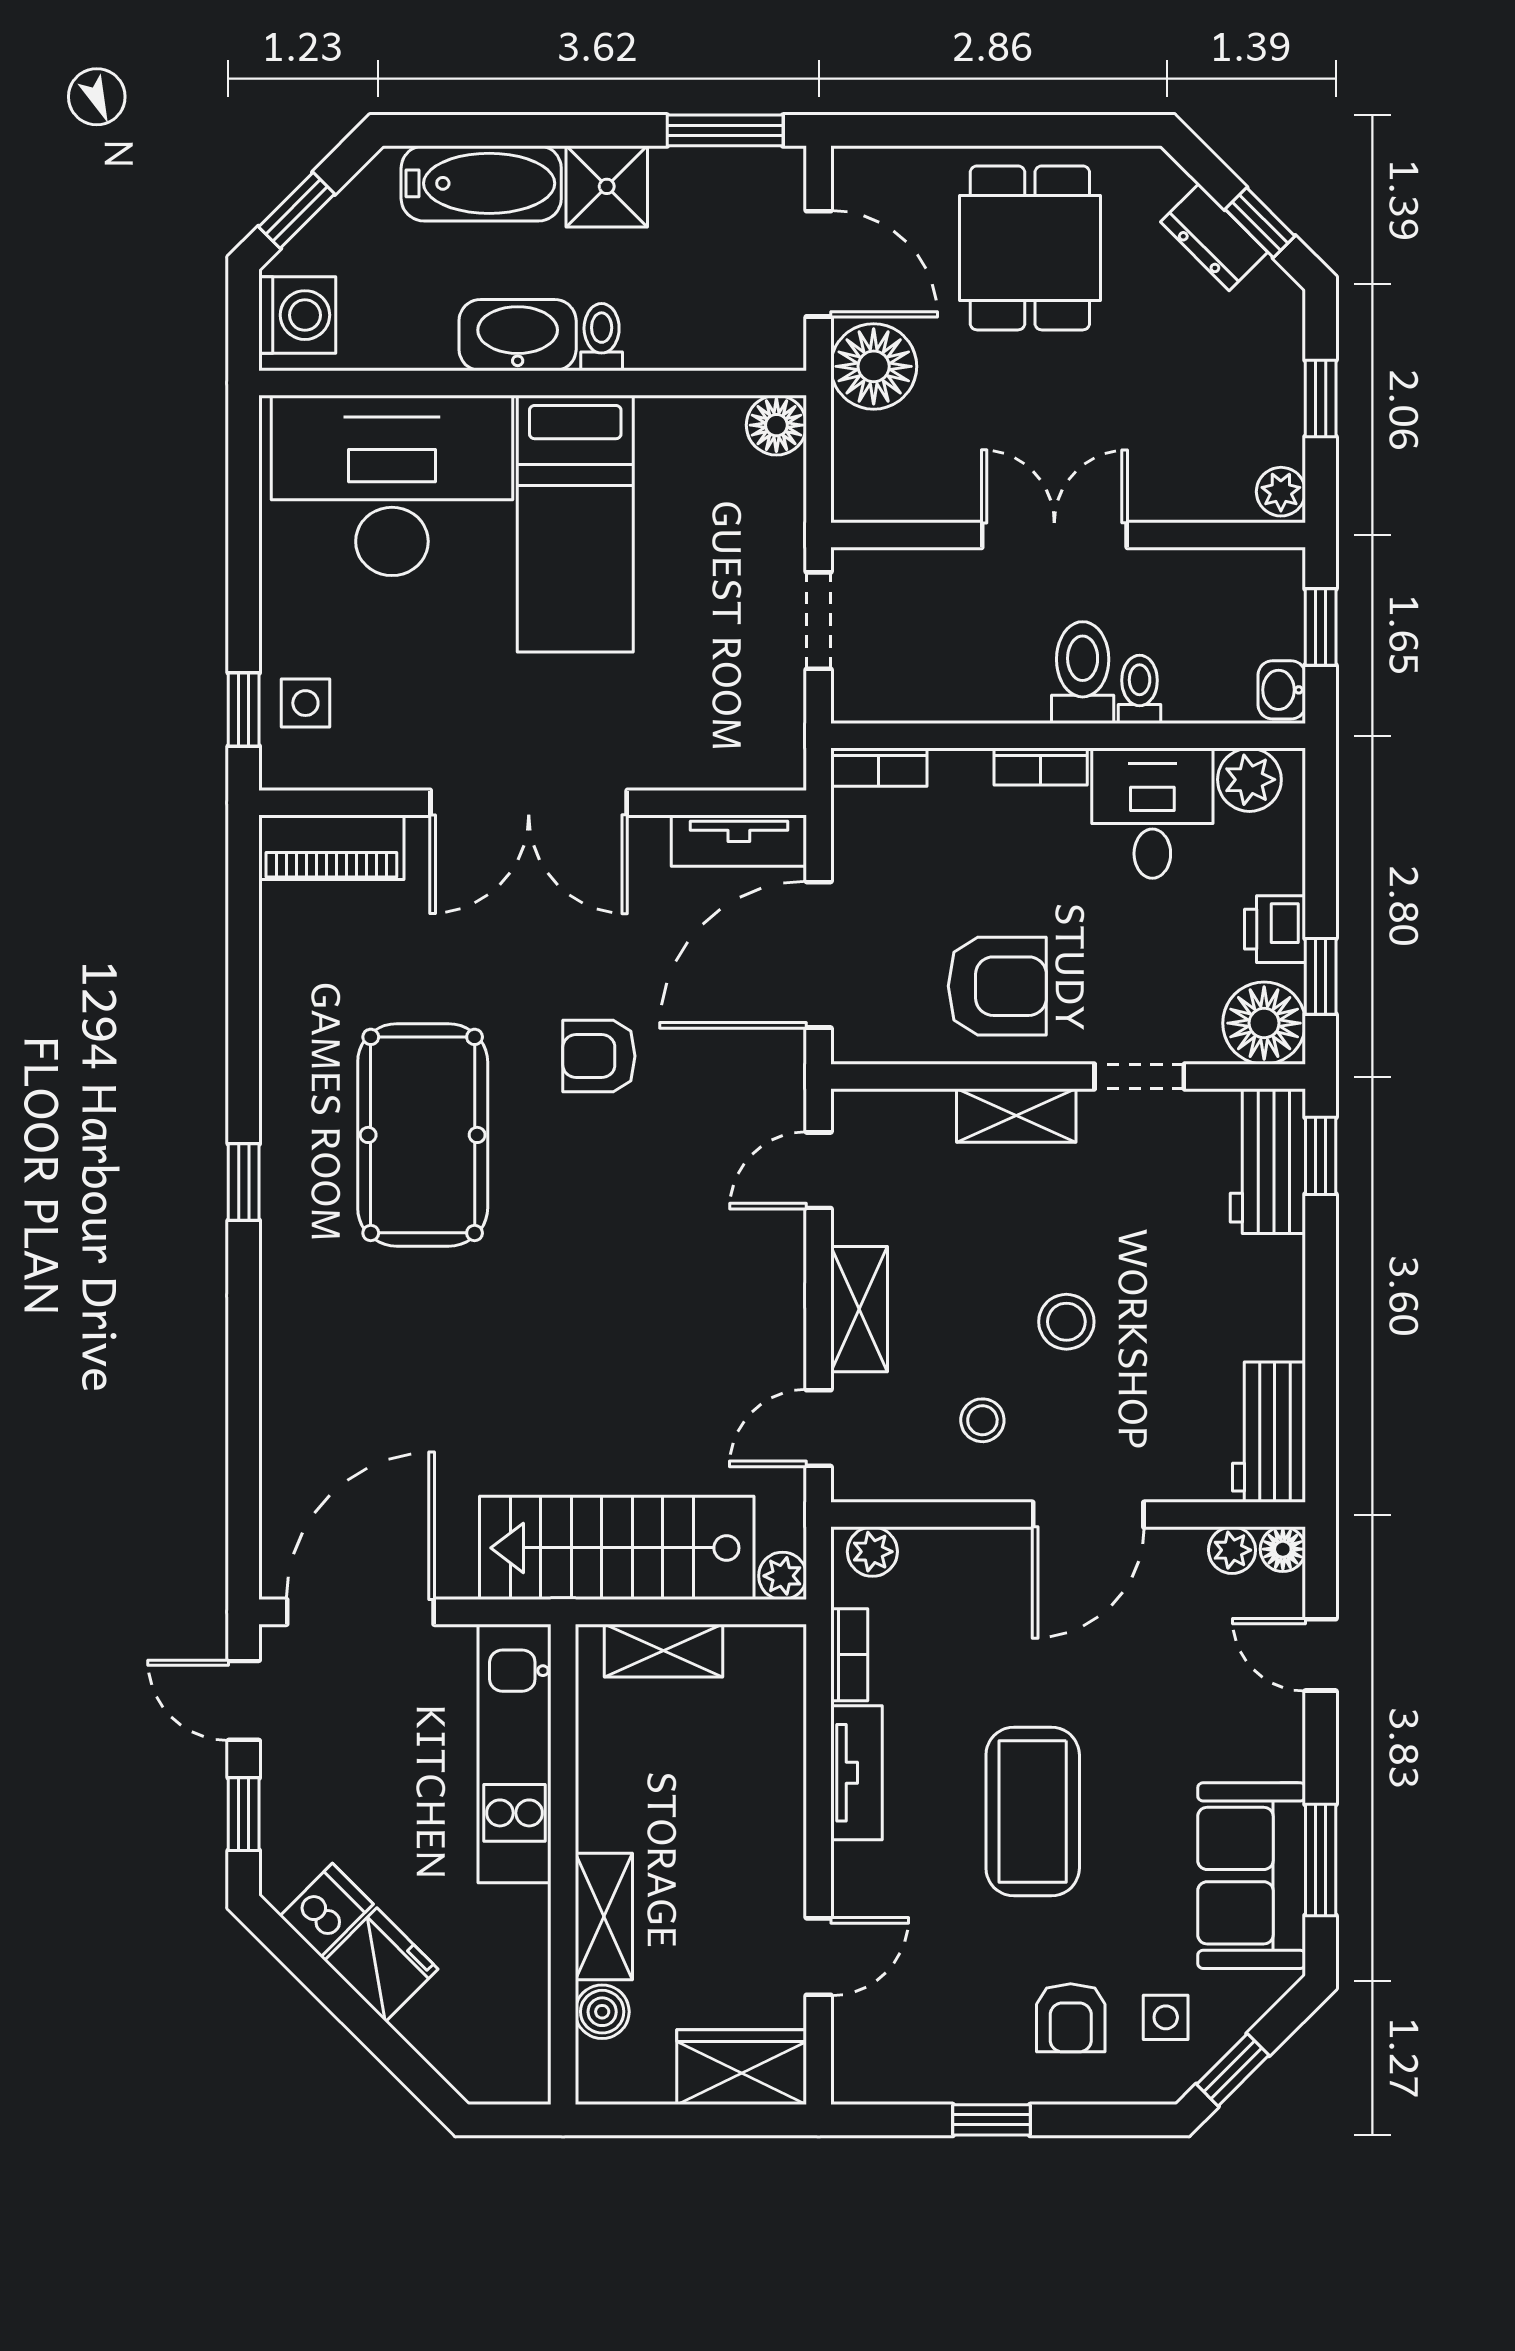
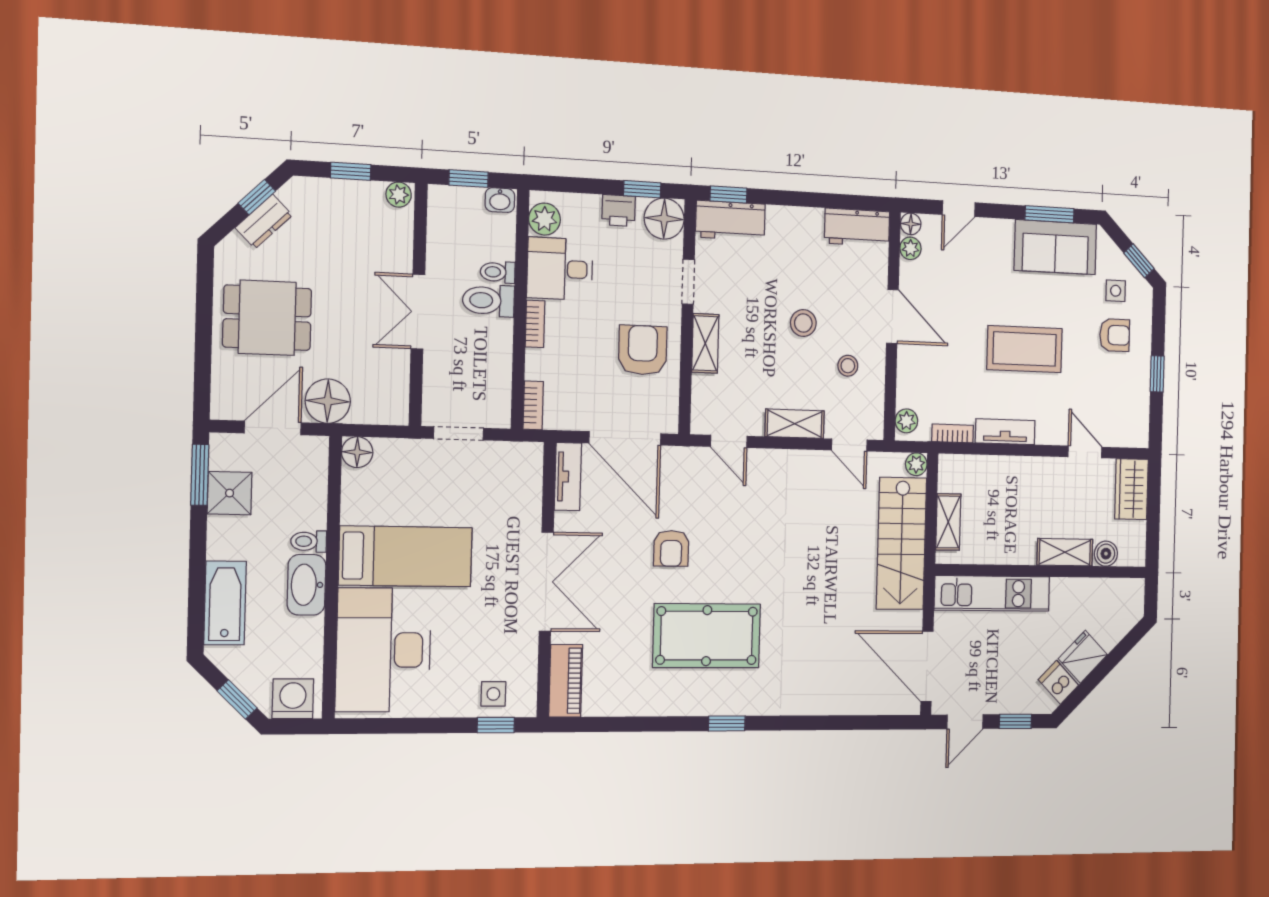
shower: (607, 186) -> (230, 493), moved

